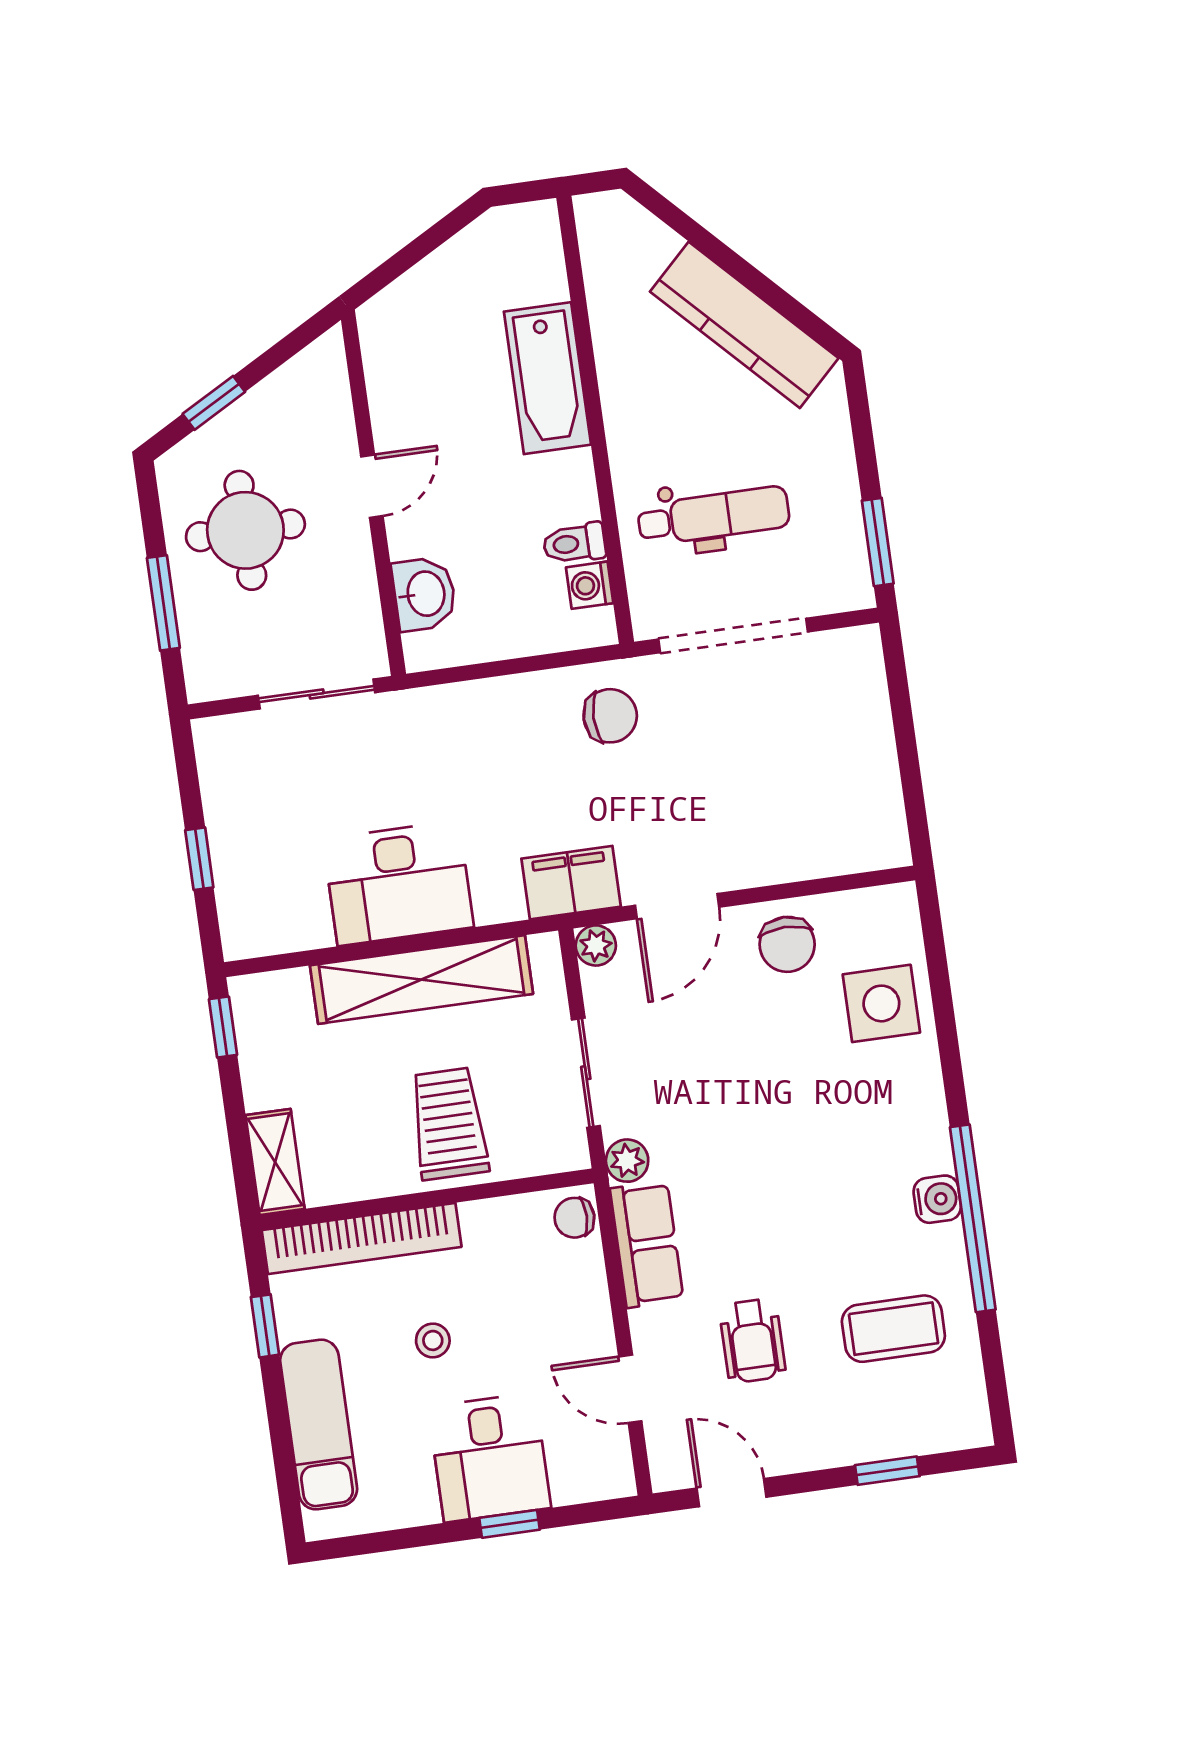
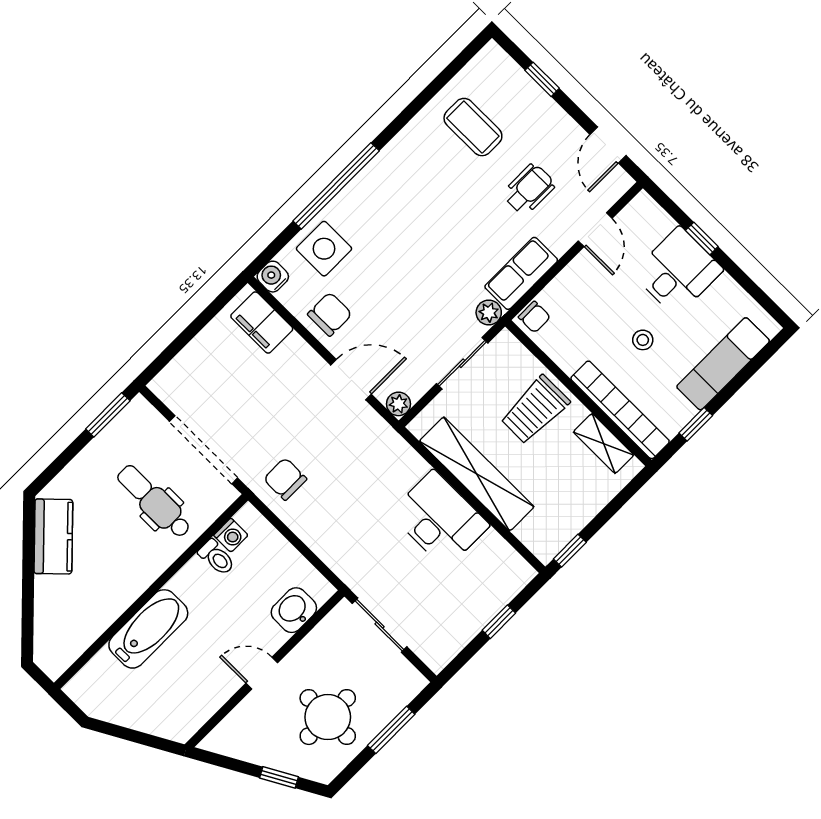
kitchen counter: (744, 325) -> (53, 536), width x0.67
filing cabinet: (571, 883) -> (262, 323), moved
shelving: (275, 1162) -> (604, 444), moved, turned 90
water cooler: (937, 1199) -> (273, 277), moved
window: (973, 1218) -> (336, 186), moved

